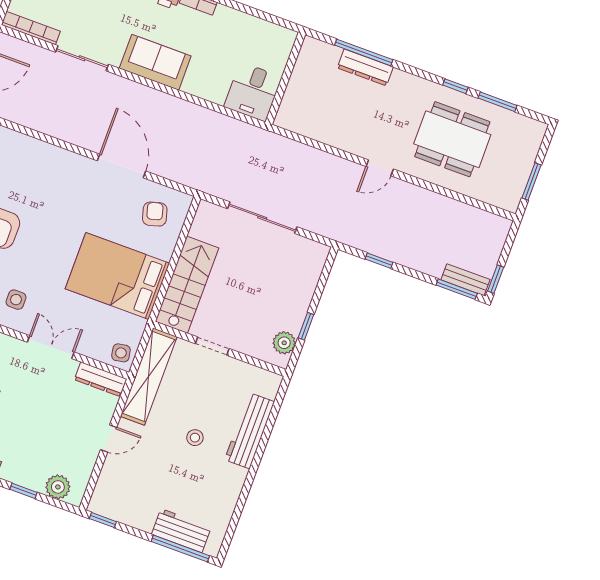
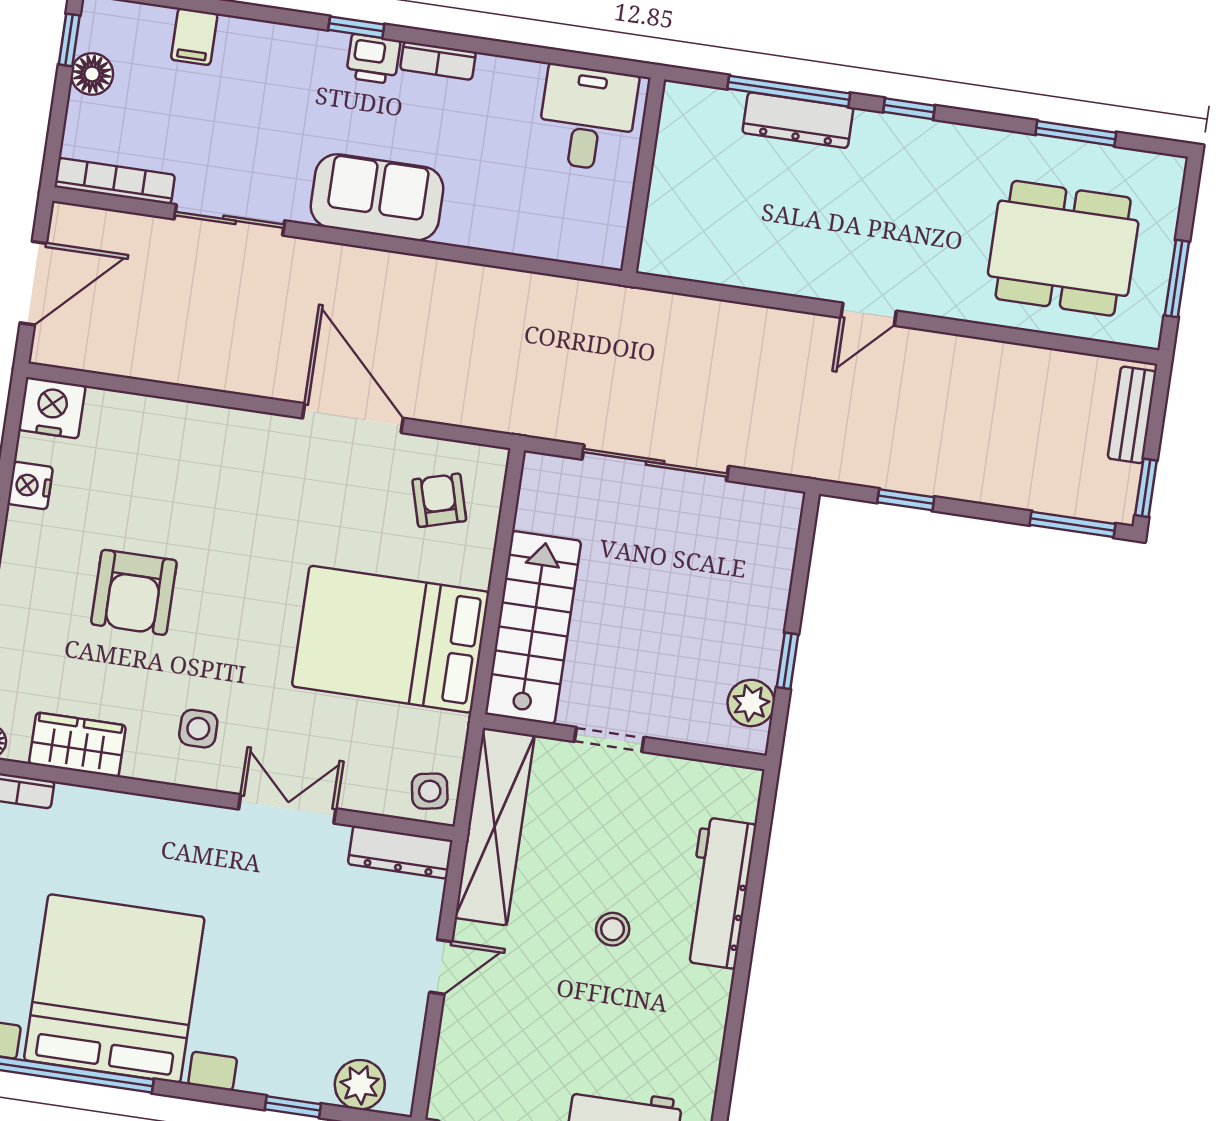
window: (455, 86) -> (909, 109), moved
desk: (253, 92) -> (587, 118), moved, turned 180
dining table: (452, 139) -> (1063, 248), moved
bench: (465, 280) -> (1132, 415), moved, turned 90

